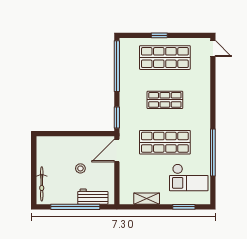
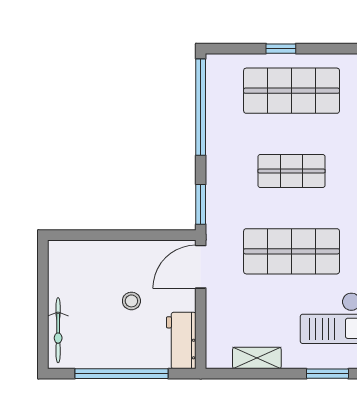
workbench: (93, 197) -> (181, 341), moved, turned -90

